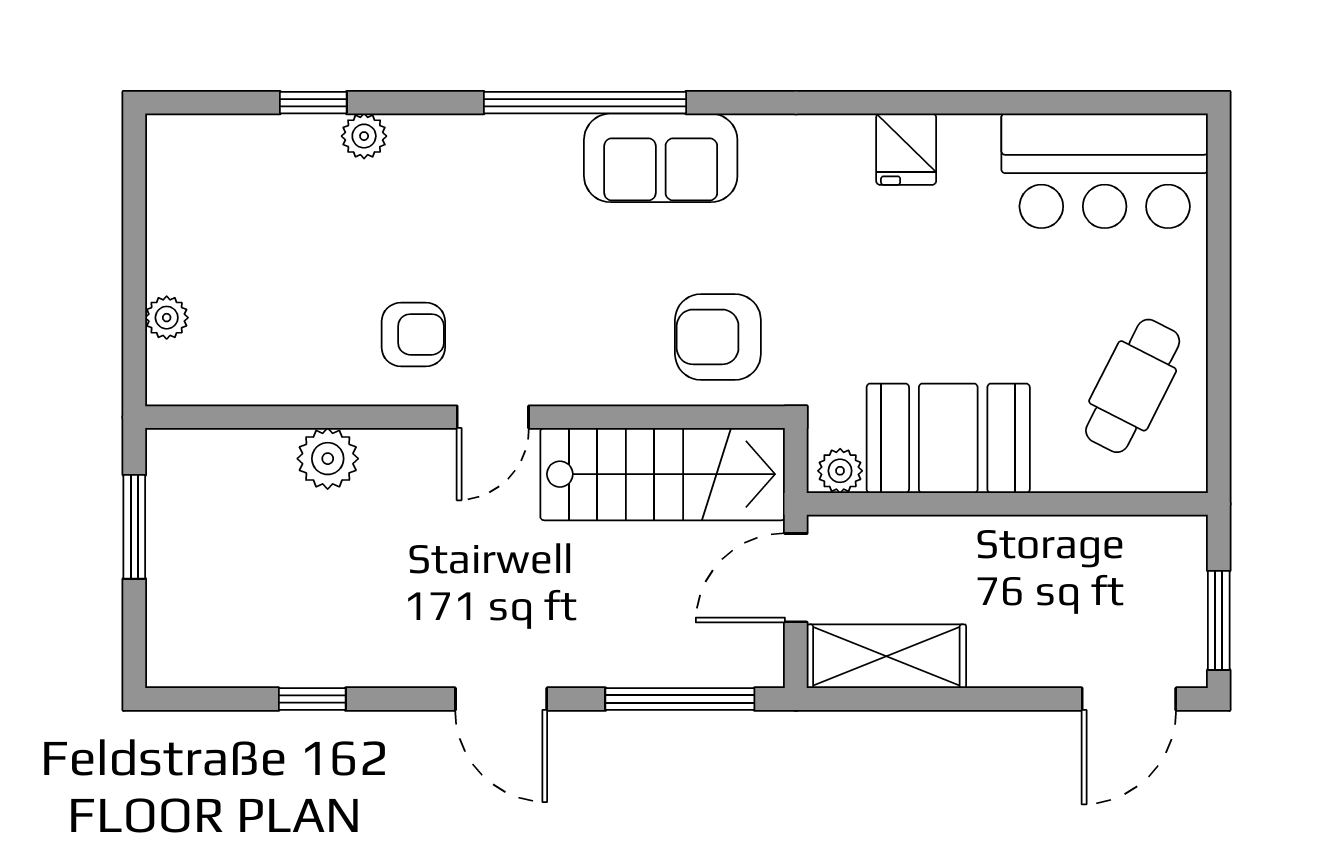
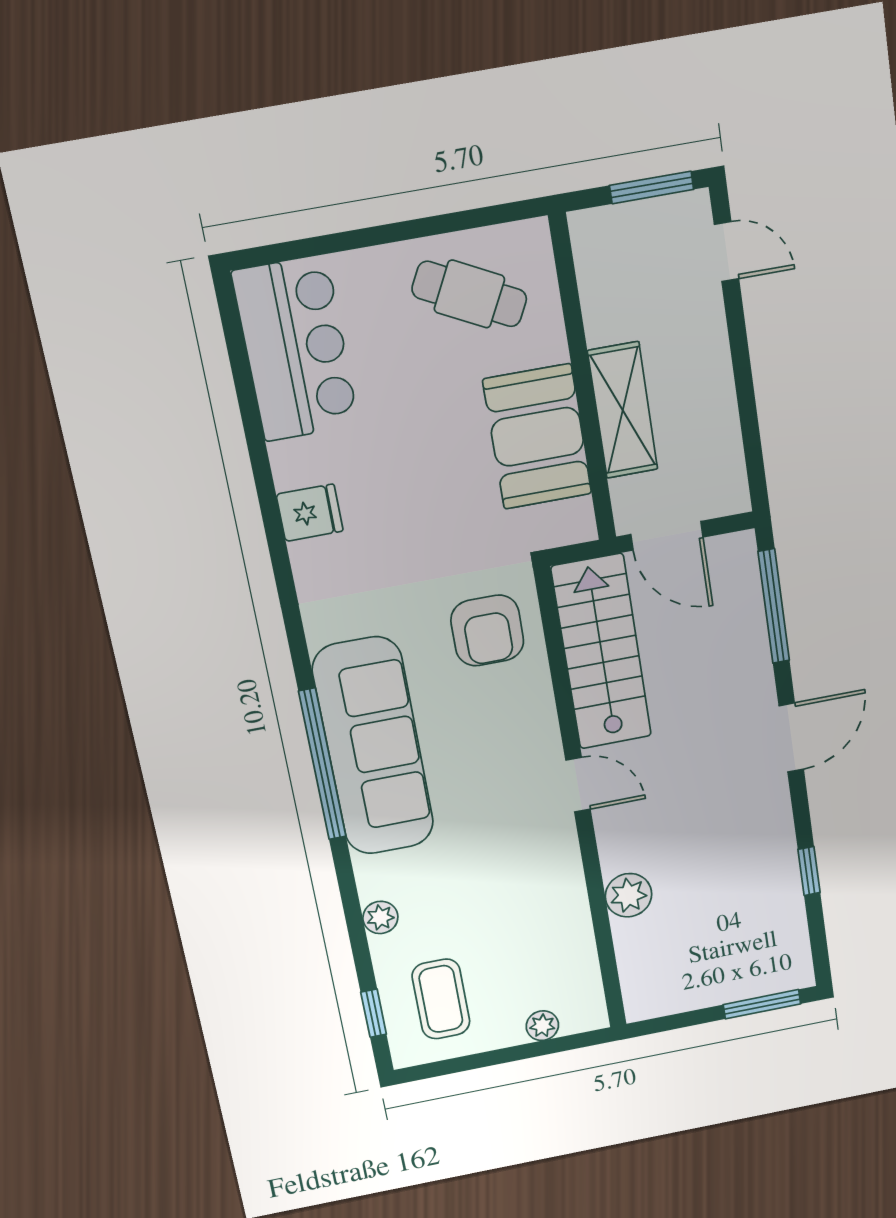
window: (313, 103) -> (374, 1013), moved
sofa: (661, 158) -> (373, 747), width x1.85, depth x1.27
coffee table: (234, 193) -> (441, 999), added
armchair: (413, 334) -> (525, 853), removed
plant: (840, 471) -> (577, 517), removed
window: (134, 527) -> (762, 1004), moved
shelving: (886, 656) -> (623, 410), moved
door: (1129, 699) -> (726, 252), width x0.73

